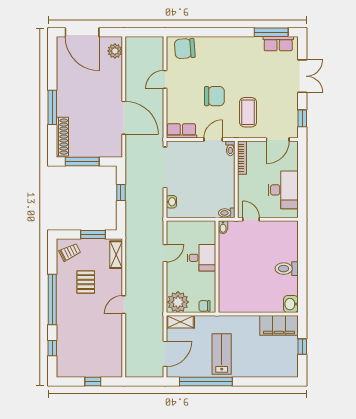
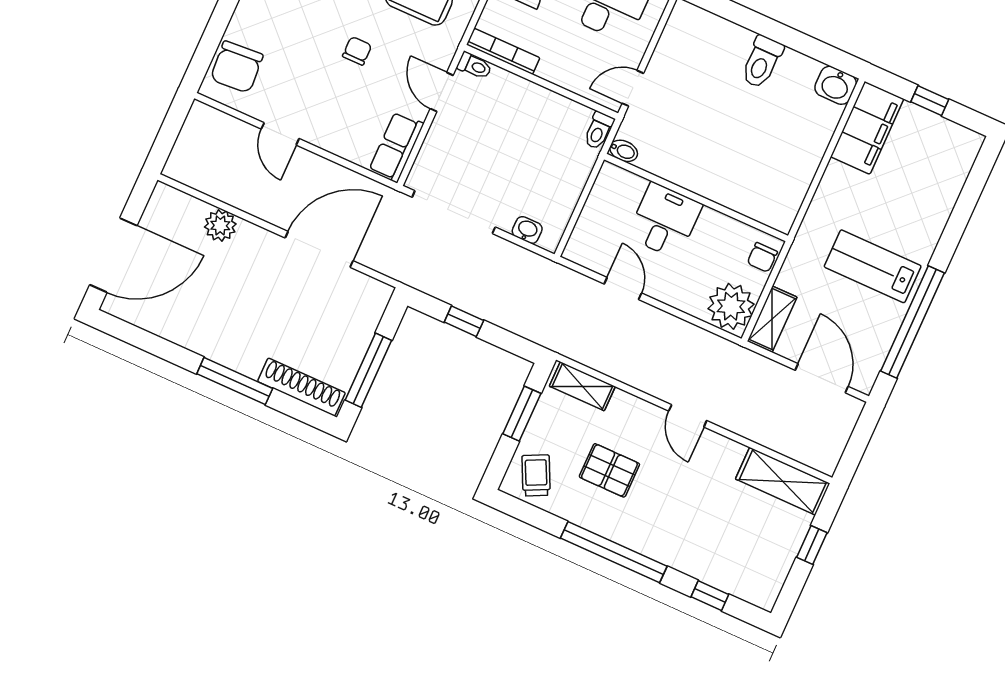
plant: (115, 51) -> (220, 225), moved
chair: (214, 96) -> (357, 51), width x0.54, depth x0.54
shelving: (114, 357) -> (783, 481), added

